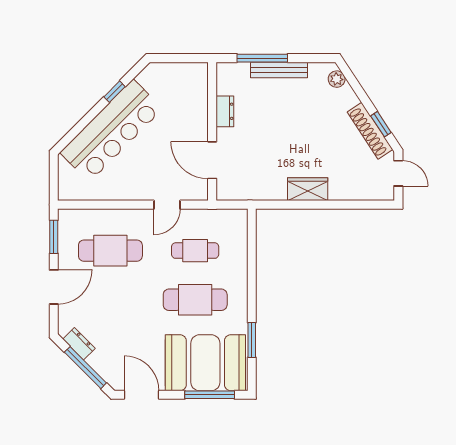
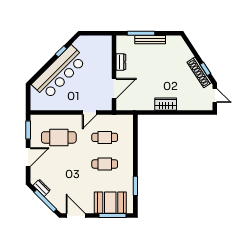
plant: (337, 79) -> (181, 44), removed
door: (212, 160) -> (114, 88), swing flipped
cafe table: (195, 300) -> (105, 164), width x0.73, depth x0.74
booth: (205, 363) -> (110, 203), width x0.73, depth x0.70

